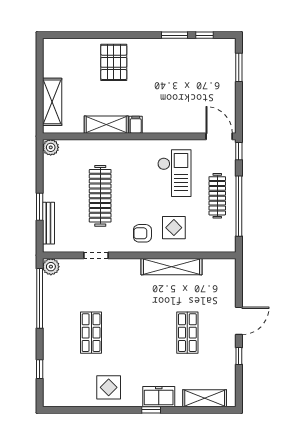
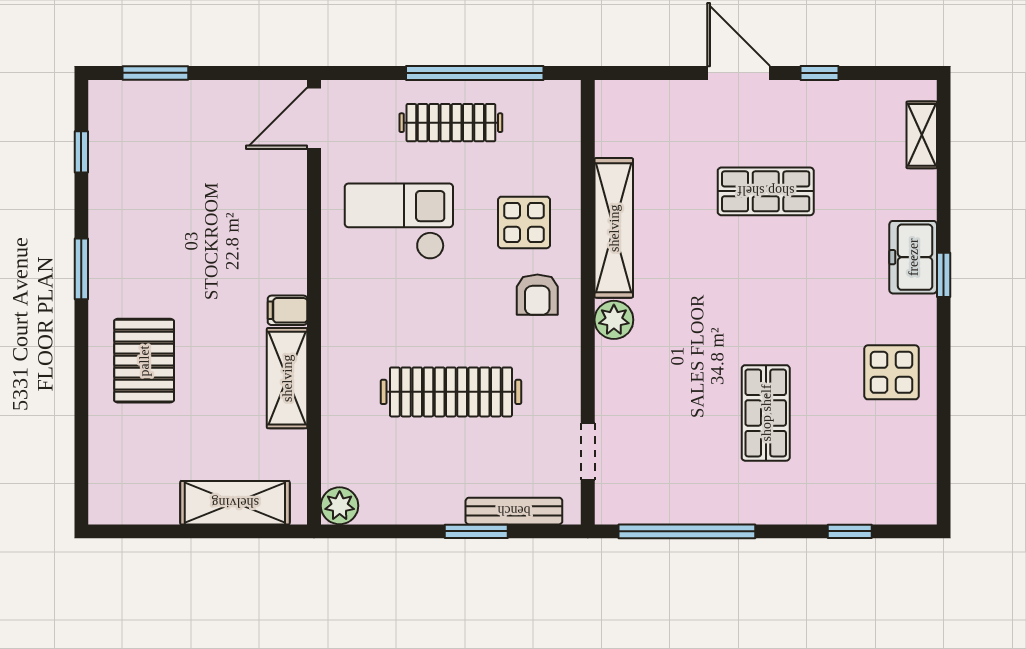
window: (175, 35) -> (81, 269), moved
pallet: (114, 62) -> (144, 361), turned 90
window: (239, 151) -> (348, 73), removed
doorway: (96, 255) -> (588, 451), moved
plant: (51, 267) -> (614, 320), moved
shop shelf: (91, 333) -> (766, 413), turned 90
shelving: (205, 398) -> (922, 135), width x0.67, depth x0.75

